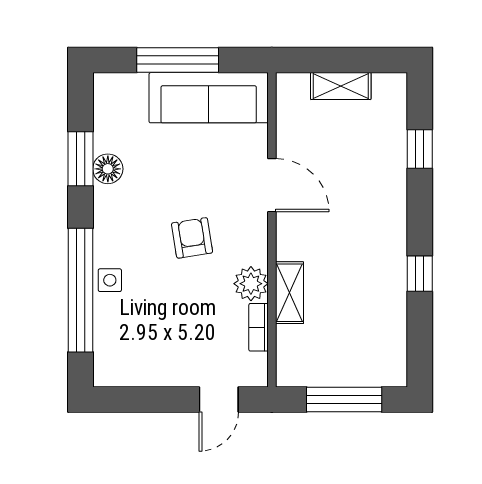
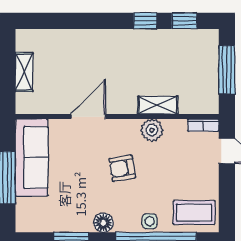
window: (420, 149) -> (184, 21), moved
floor lamp: (108, 169) -> (103, 223), moved
bookcase: (259, 327) -> (203, 125), moved
coffee table: (123, 349) -> (194, 213), added

